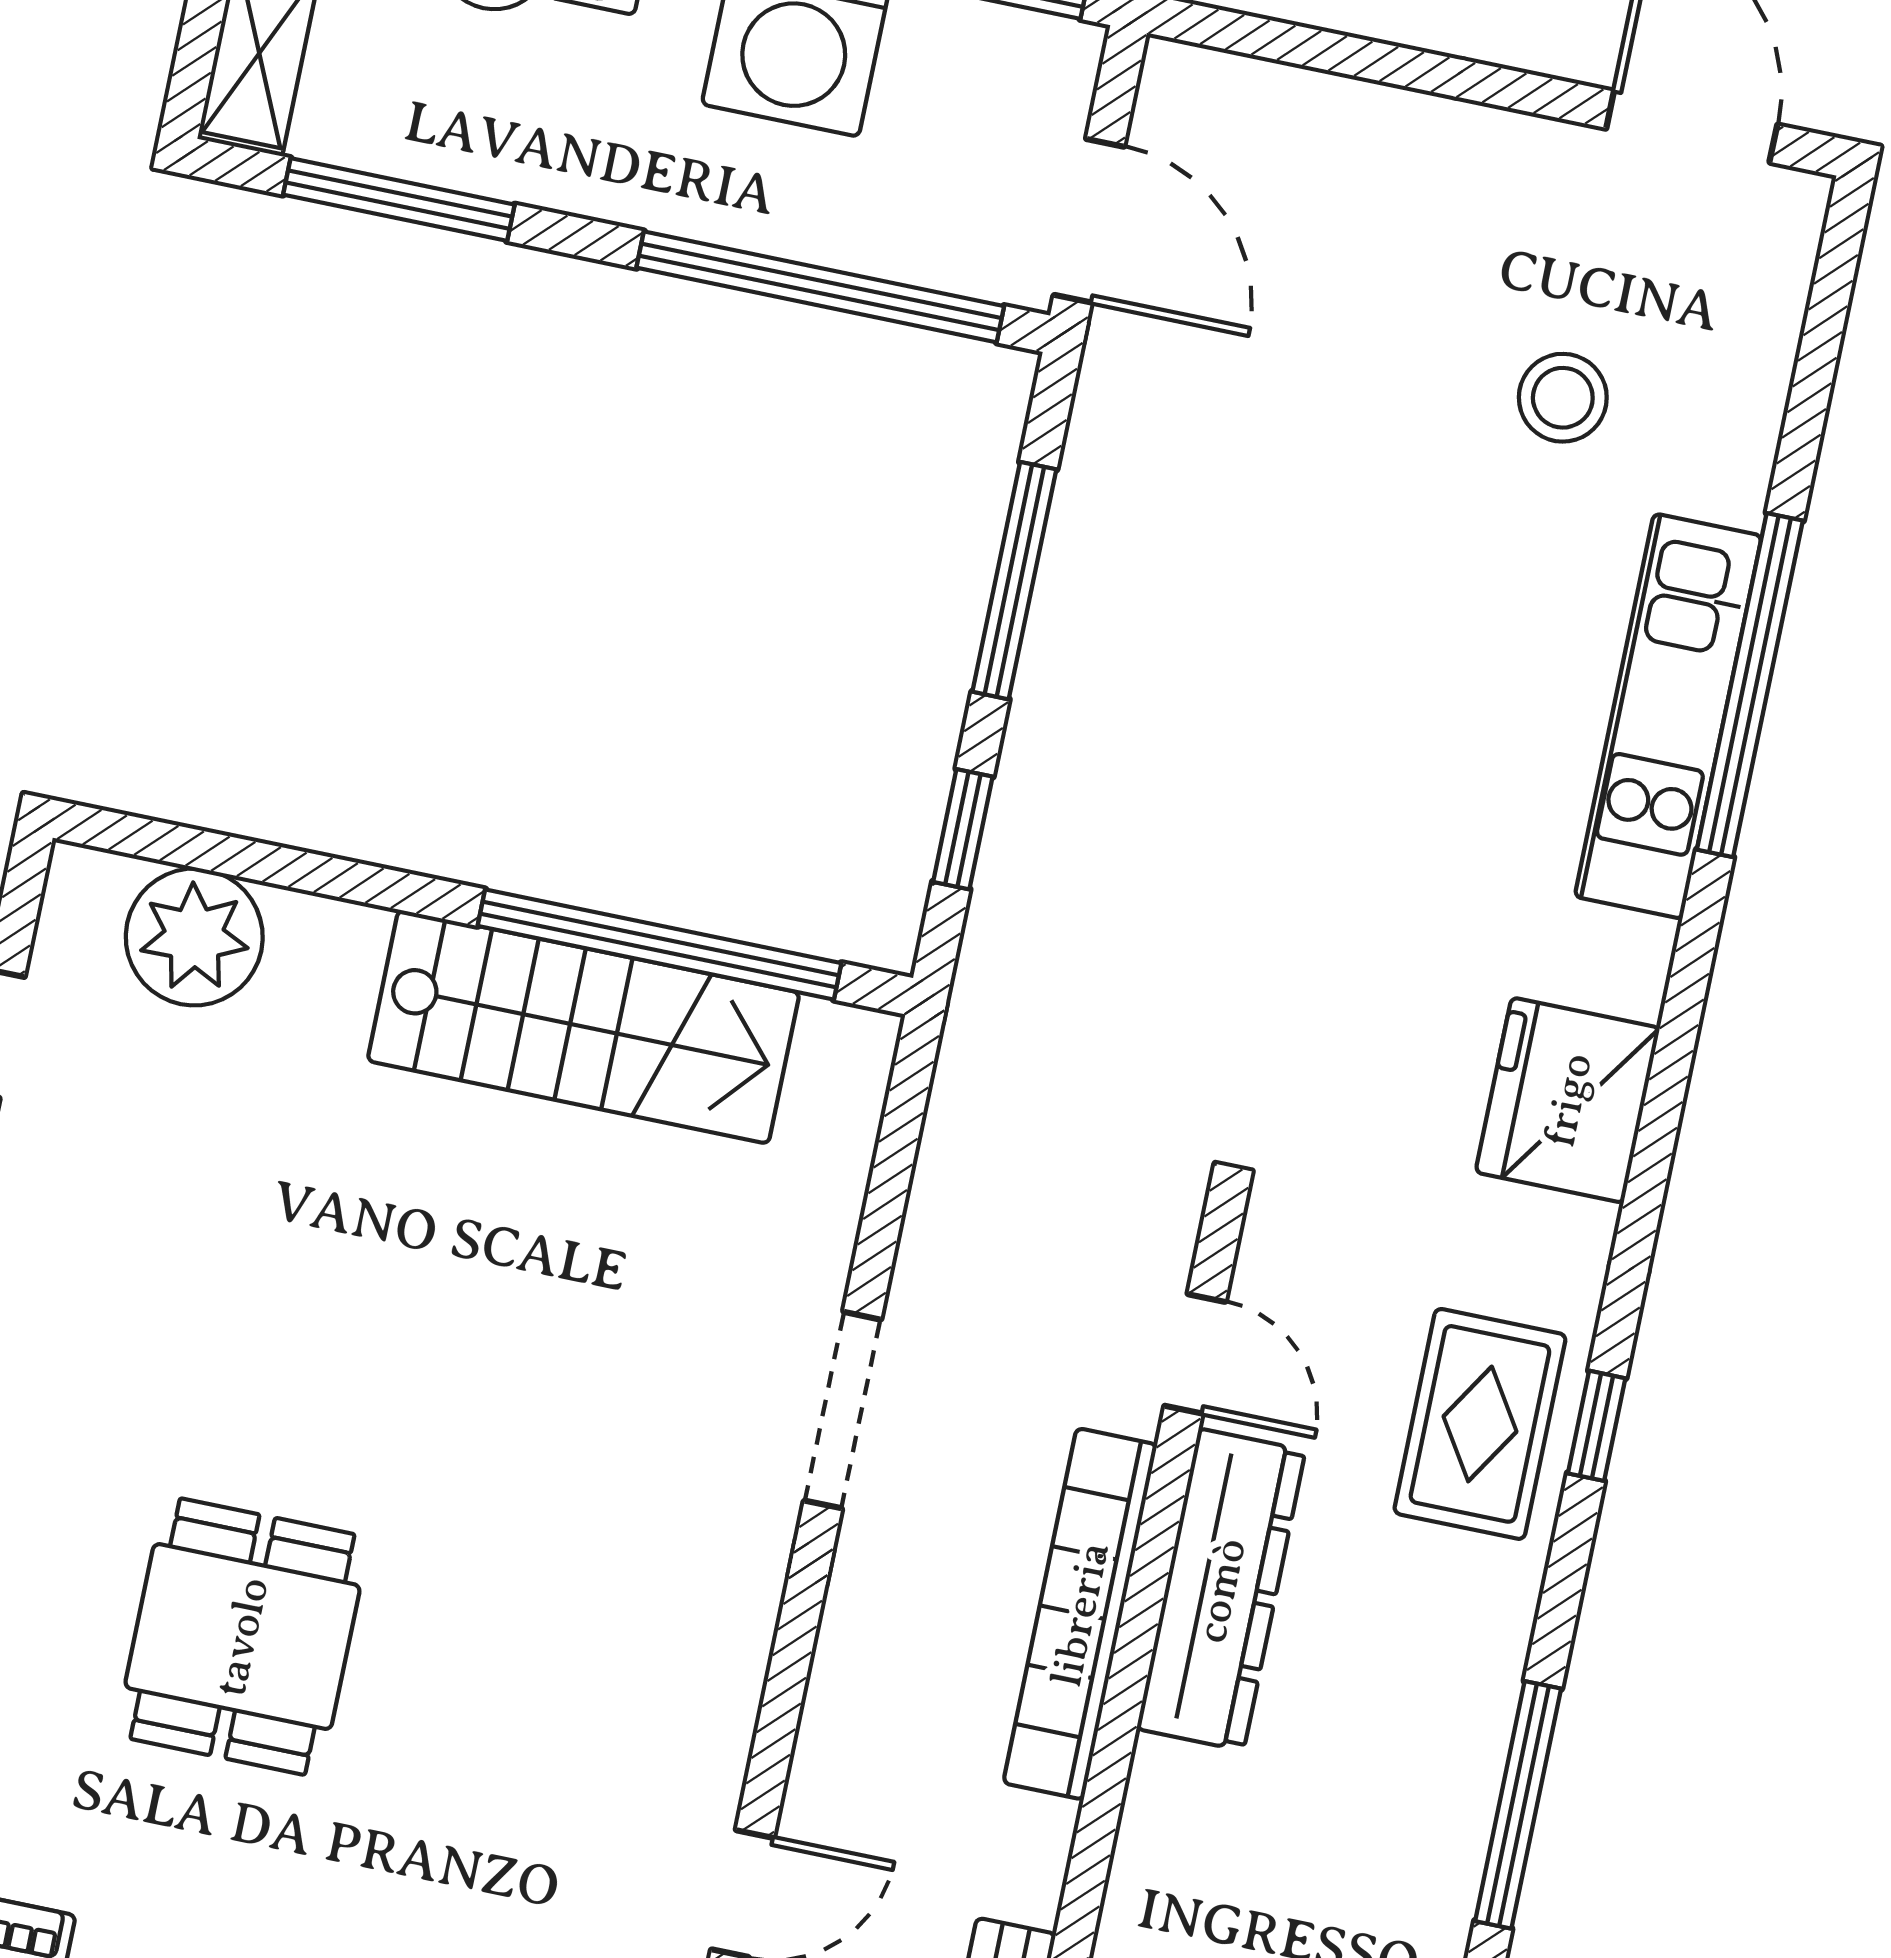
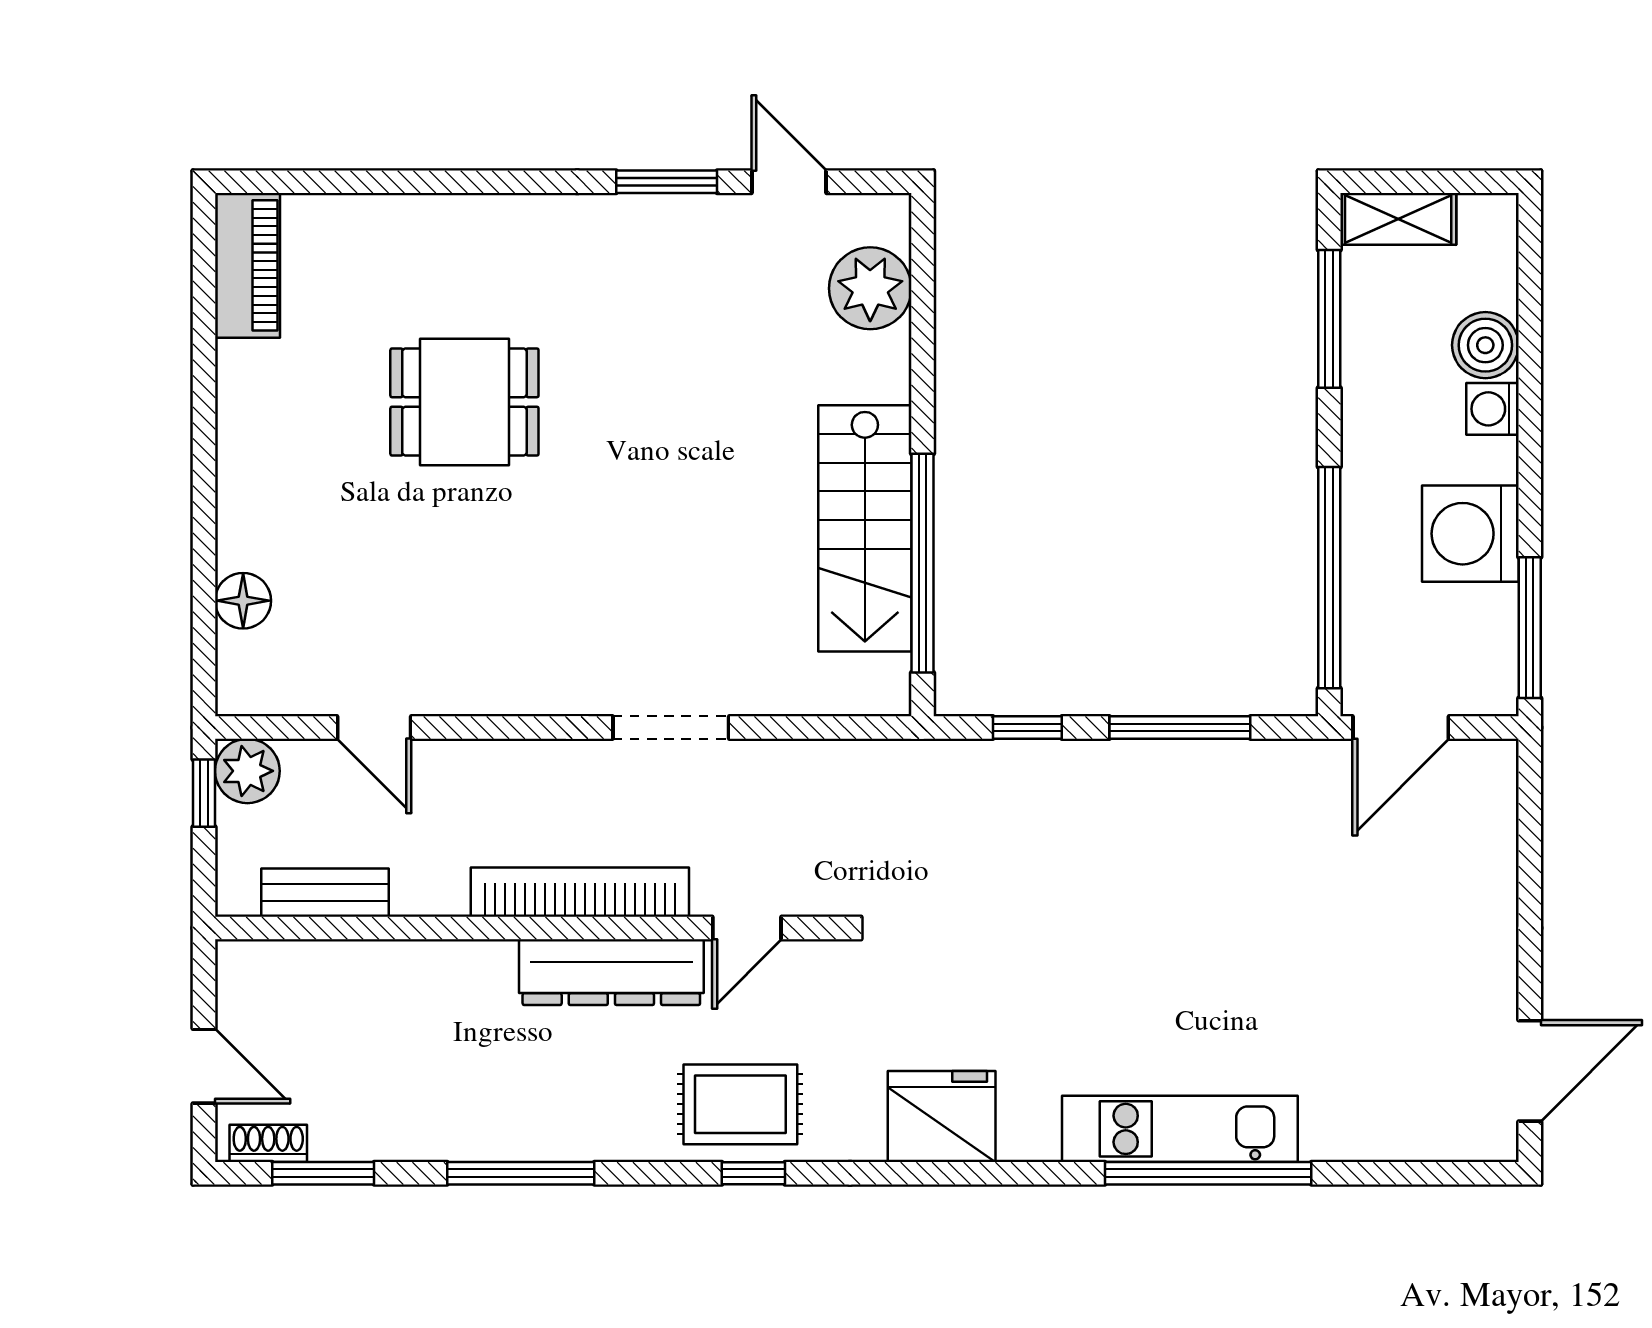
stool: (1563, 398) -> (1354, 1028), removed

